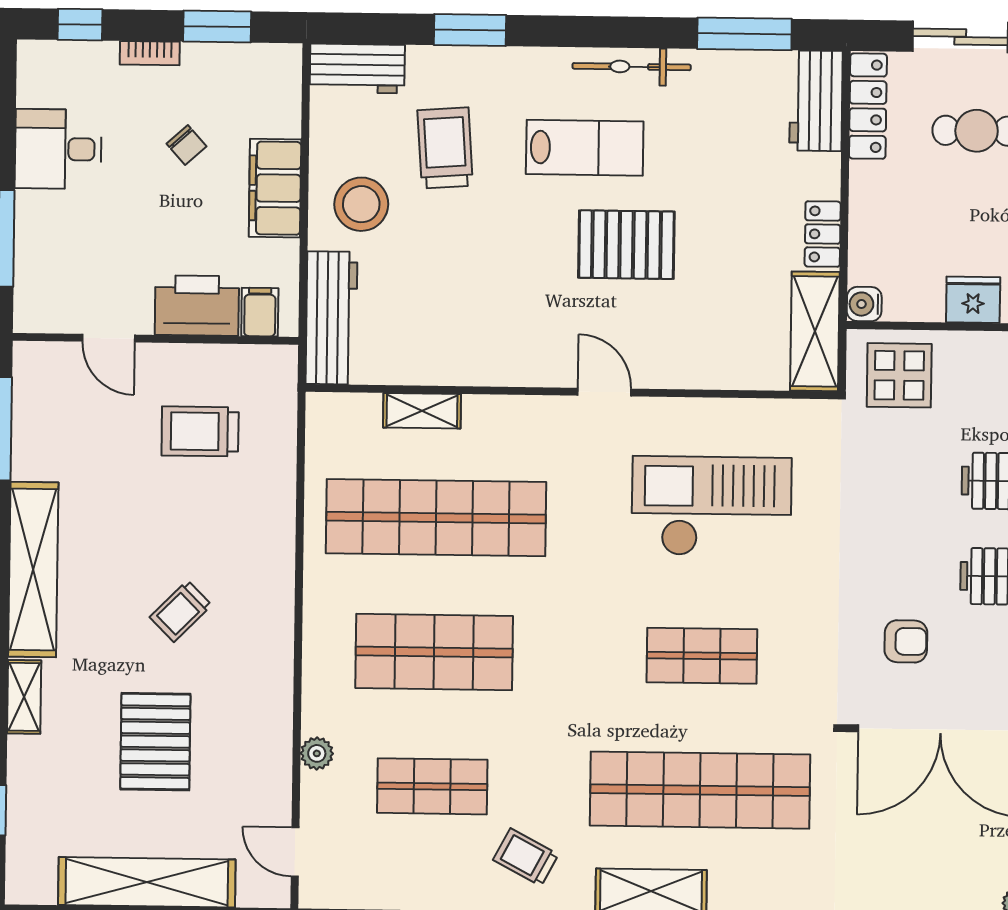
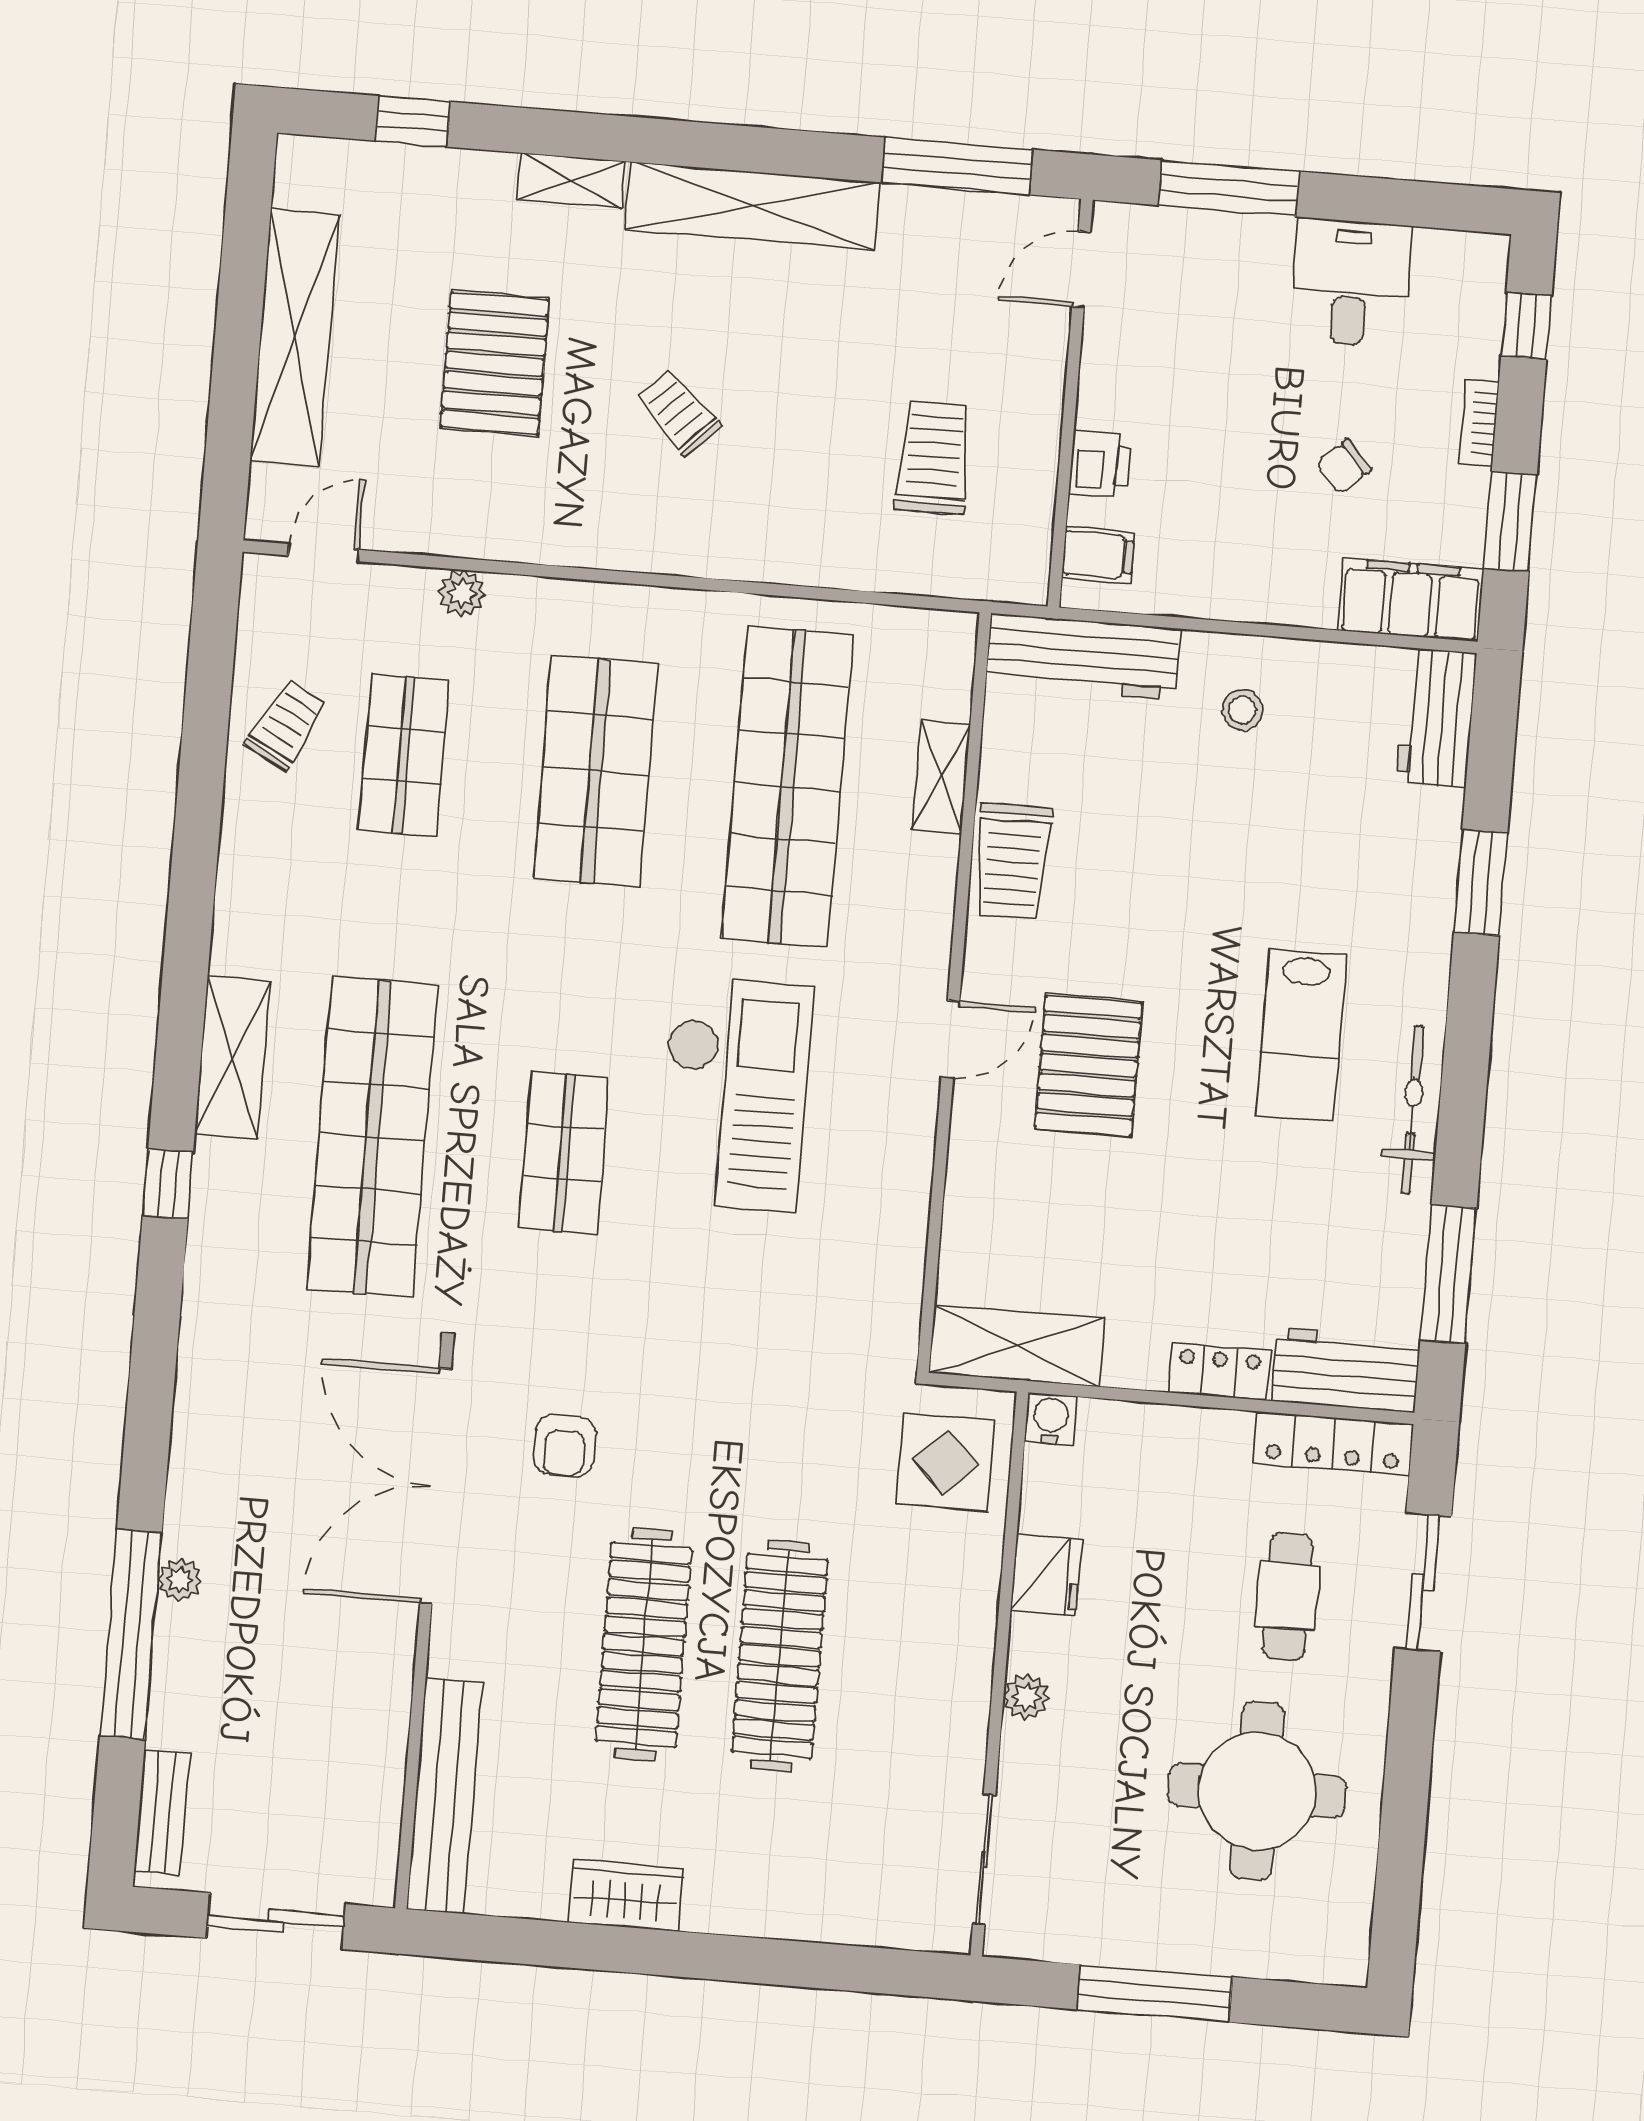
trolley: (445, 148) -> (1012, 861), moved, turned 94
filing cabinet: (275, 188) -> (1411, 600), moved
stool: (361, 204) -> (1242, 710), width x0.53, depth x0.53
locker: (823, 234) -> (1219, 1372), moved
pallet: (626, 245) -> (1089, 1066), moved
printer: (197, 306) -> (1100, 464), width x0.53, depth x0.68
door: (109, 338) -> (1081, 269), moved
checkout: (712, 506) -> (735, 1094), moved
pallet: (155, 742) -> (495, 364), turned 90
trolley: (526, 857) -> (286, 725), moved

